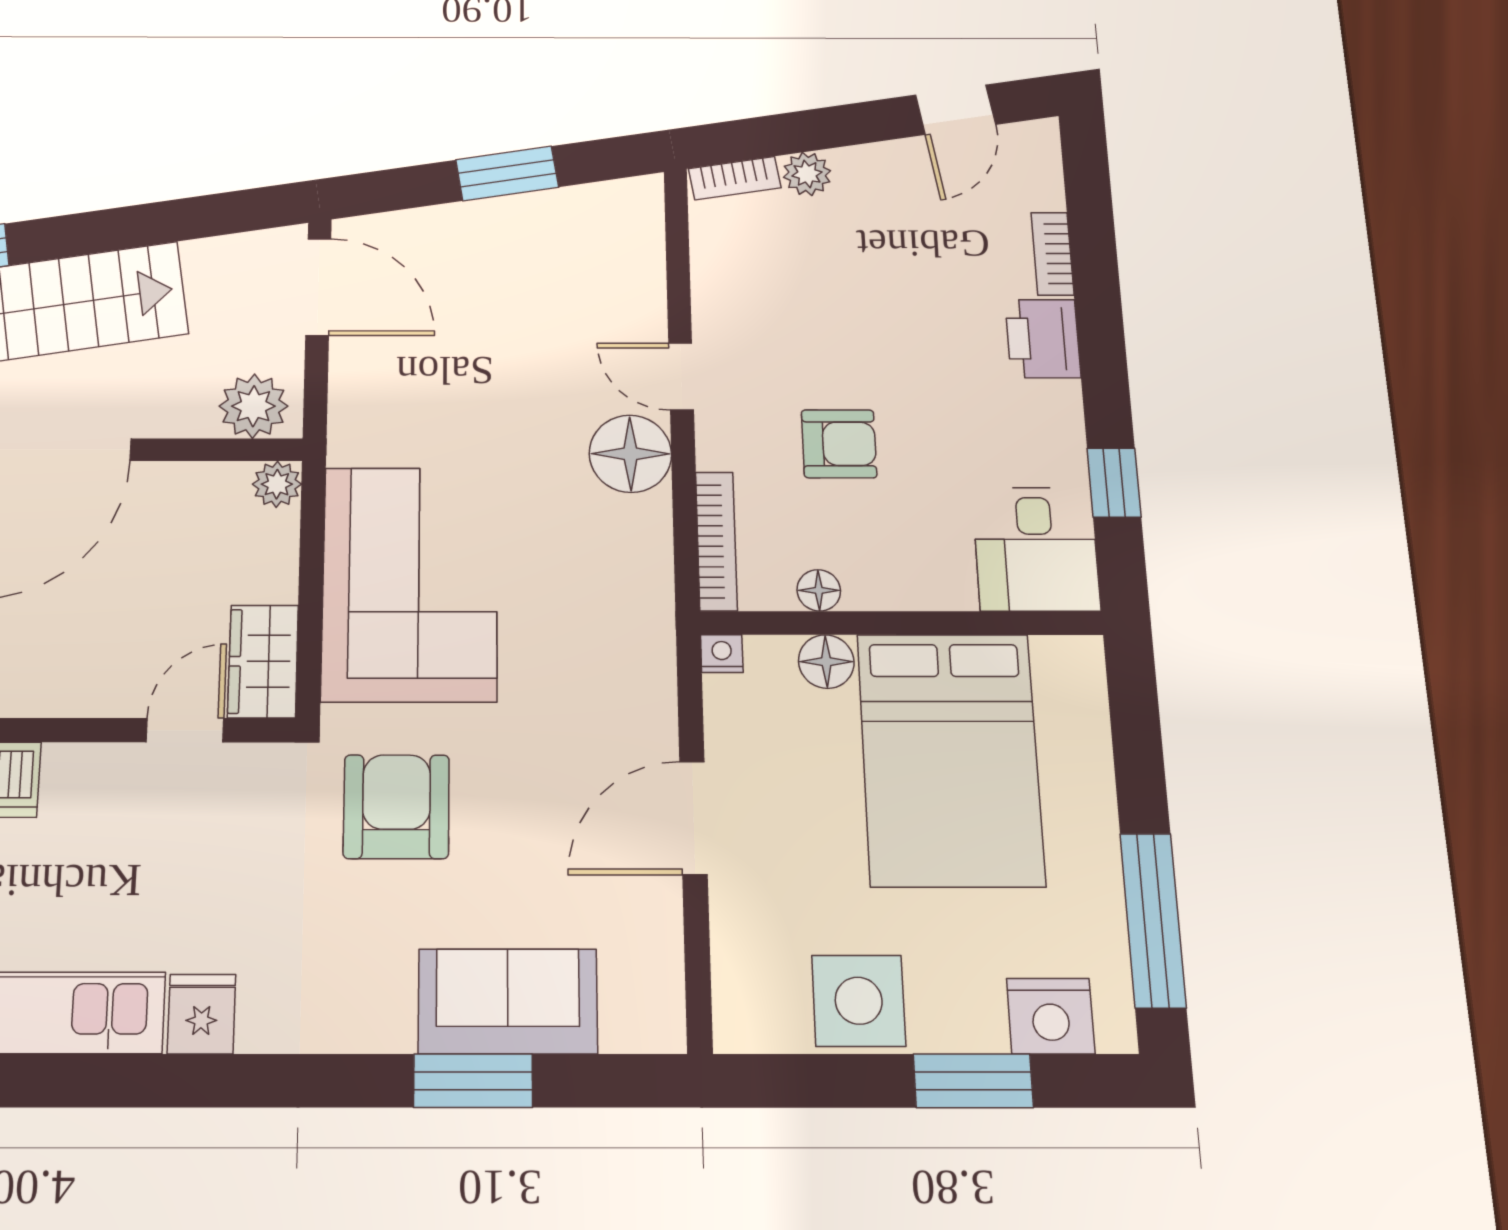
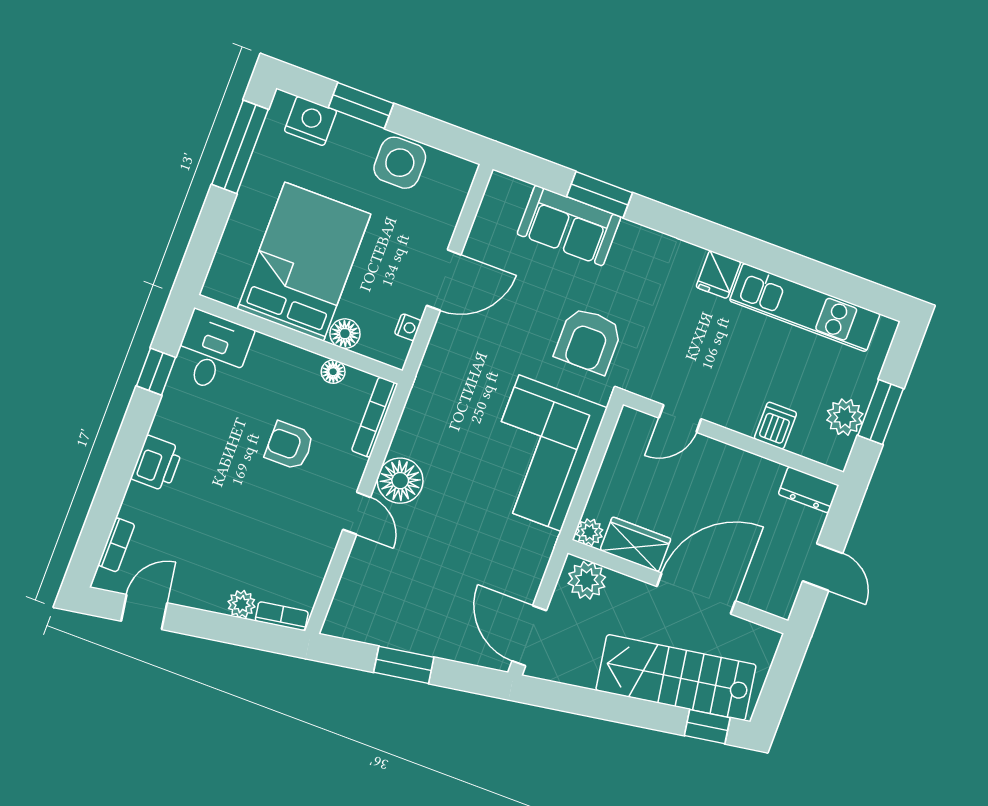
bookcase: (1052, 254) -> (116, 545), moved
nightstand: (722, 654) -> (408, 327), moved, turned -90
wardrobe: (263, 661) -> (635, 544), moved, turned -90

